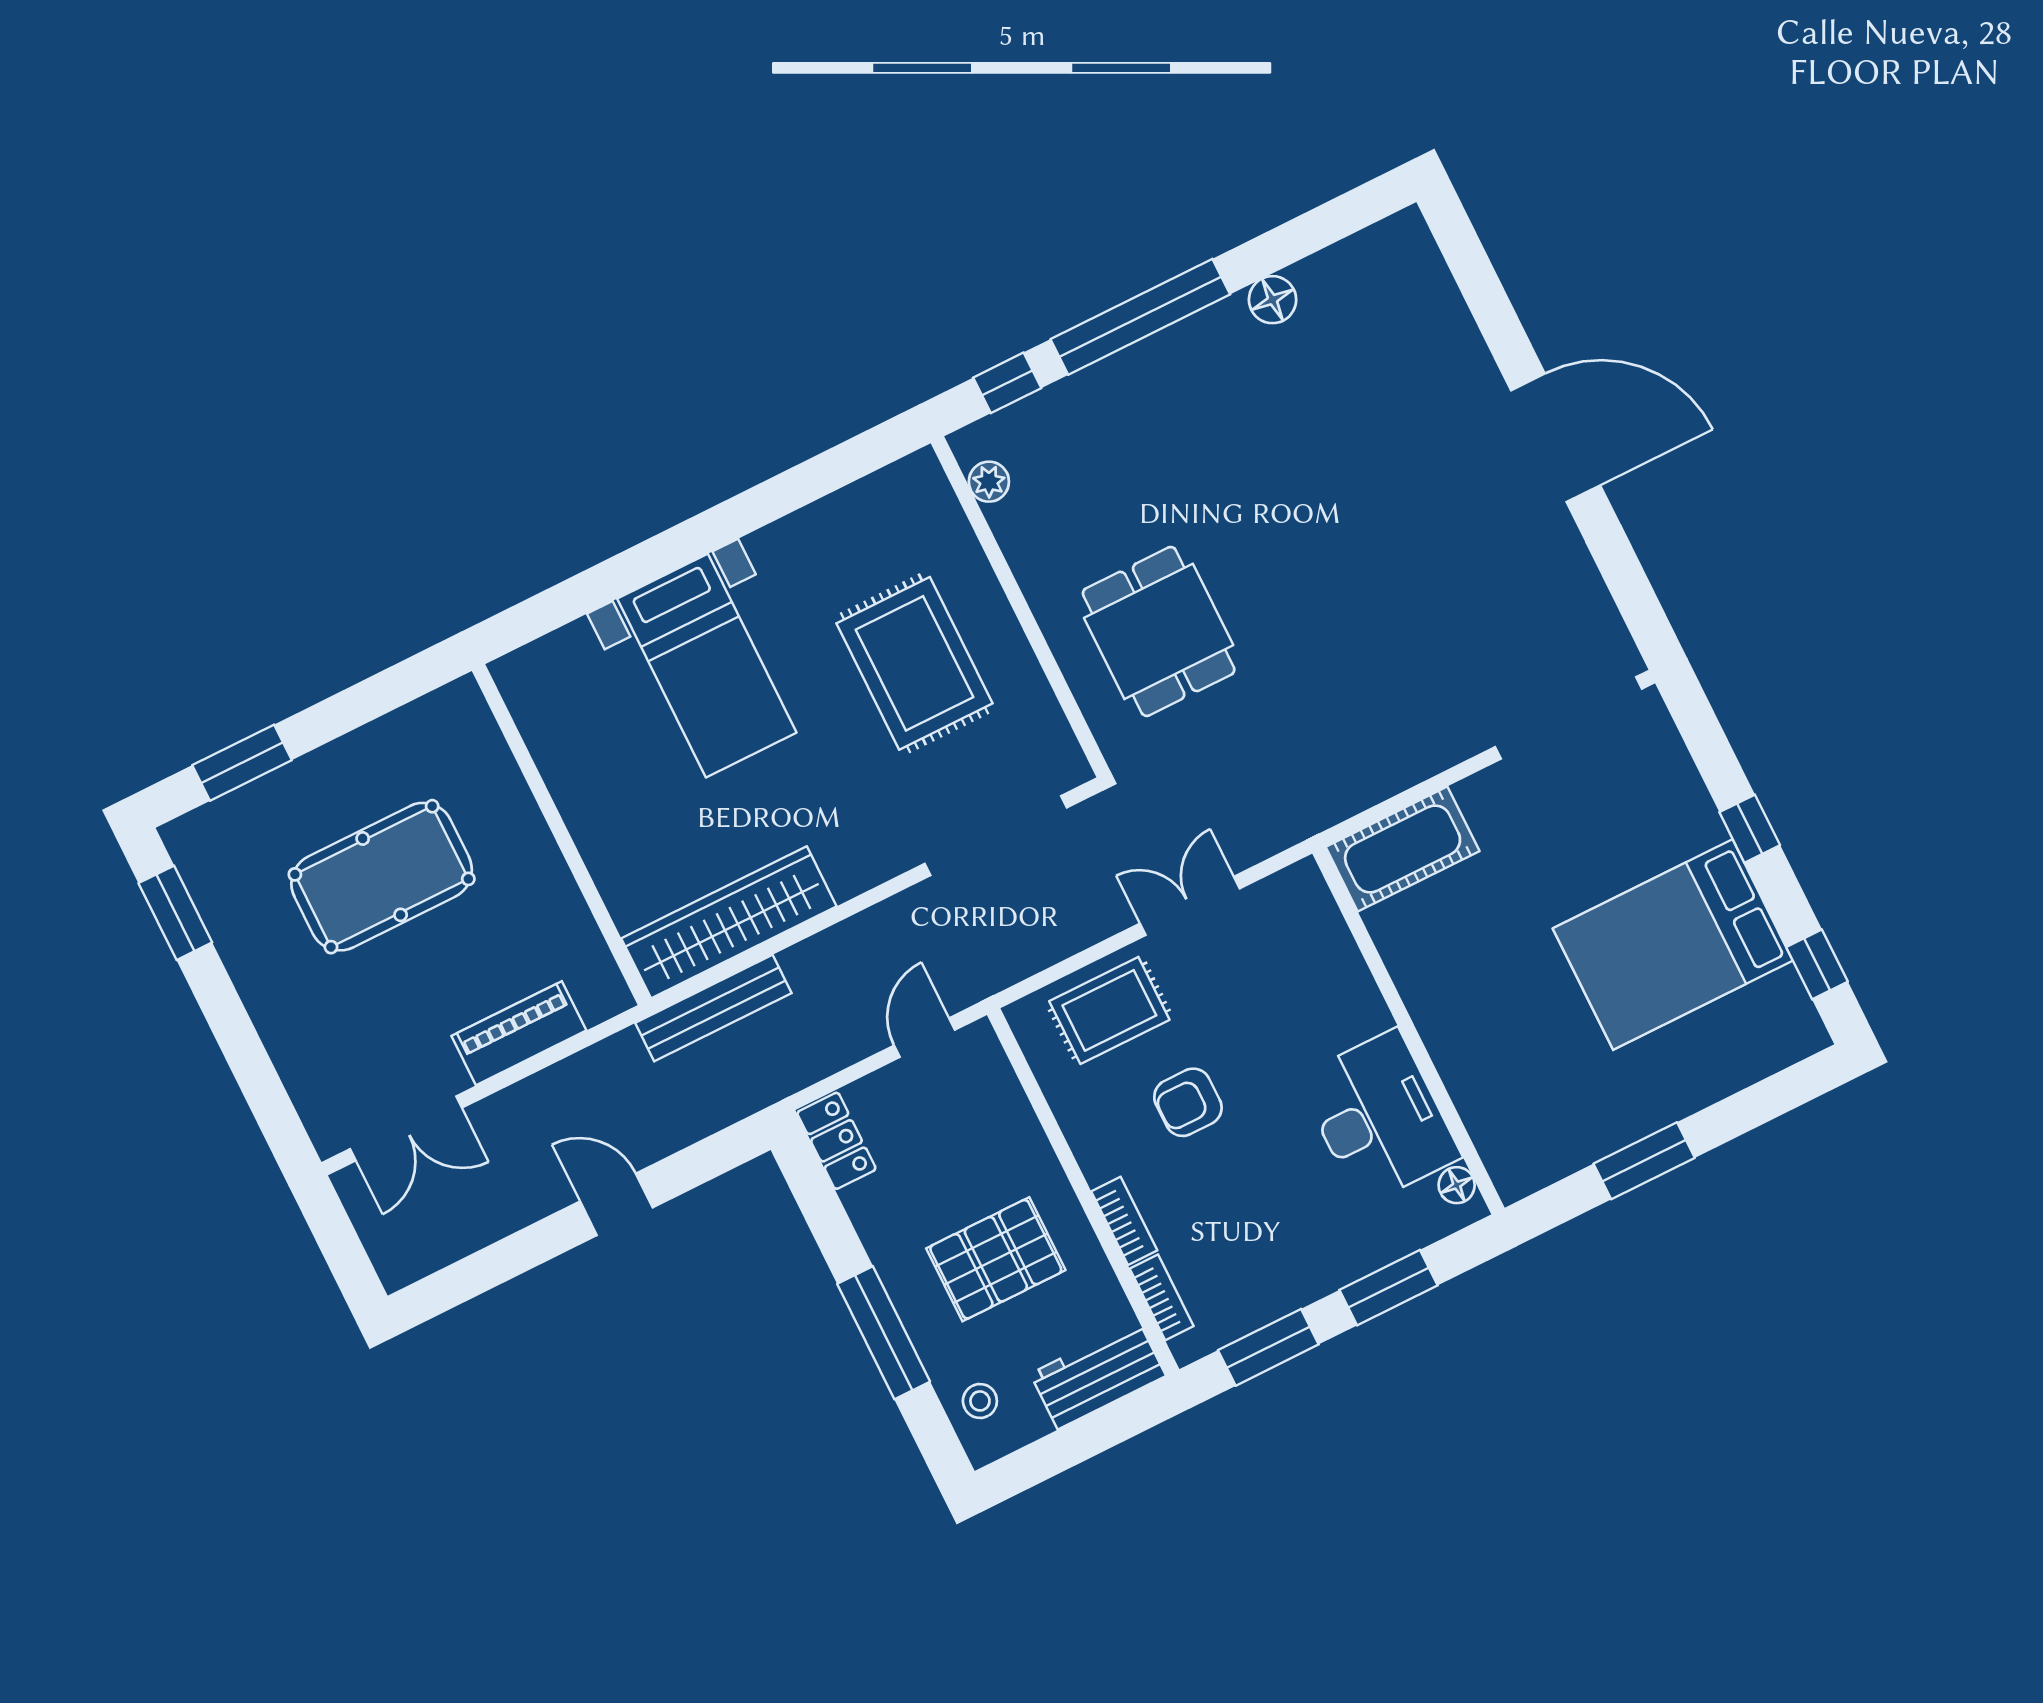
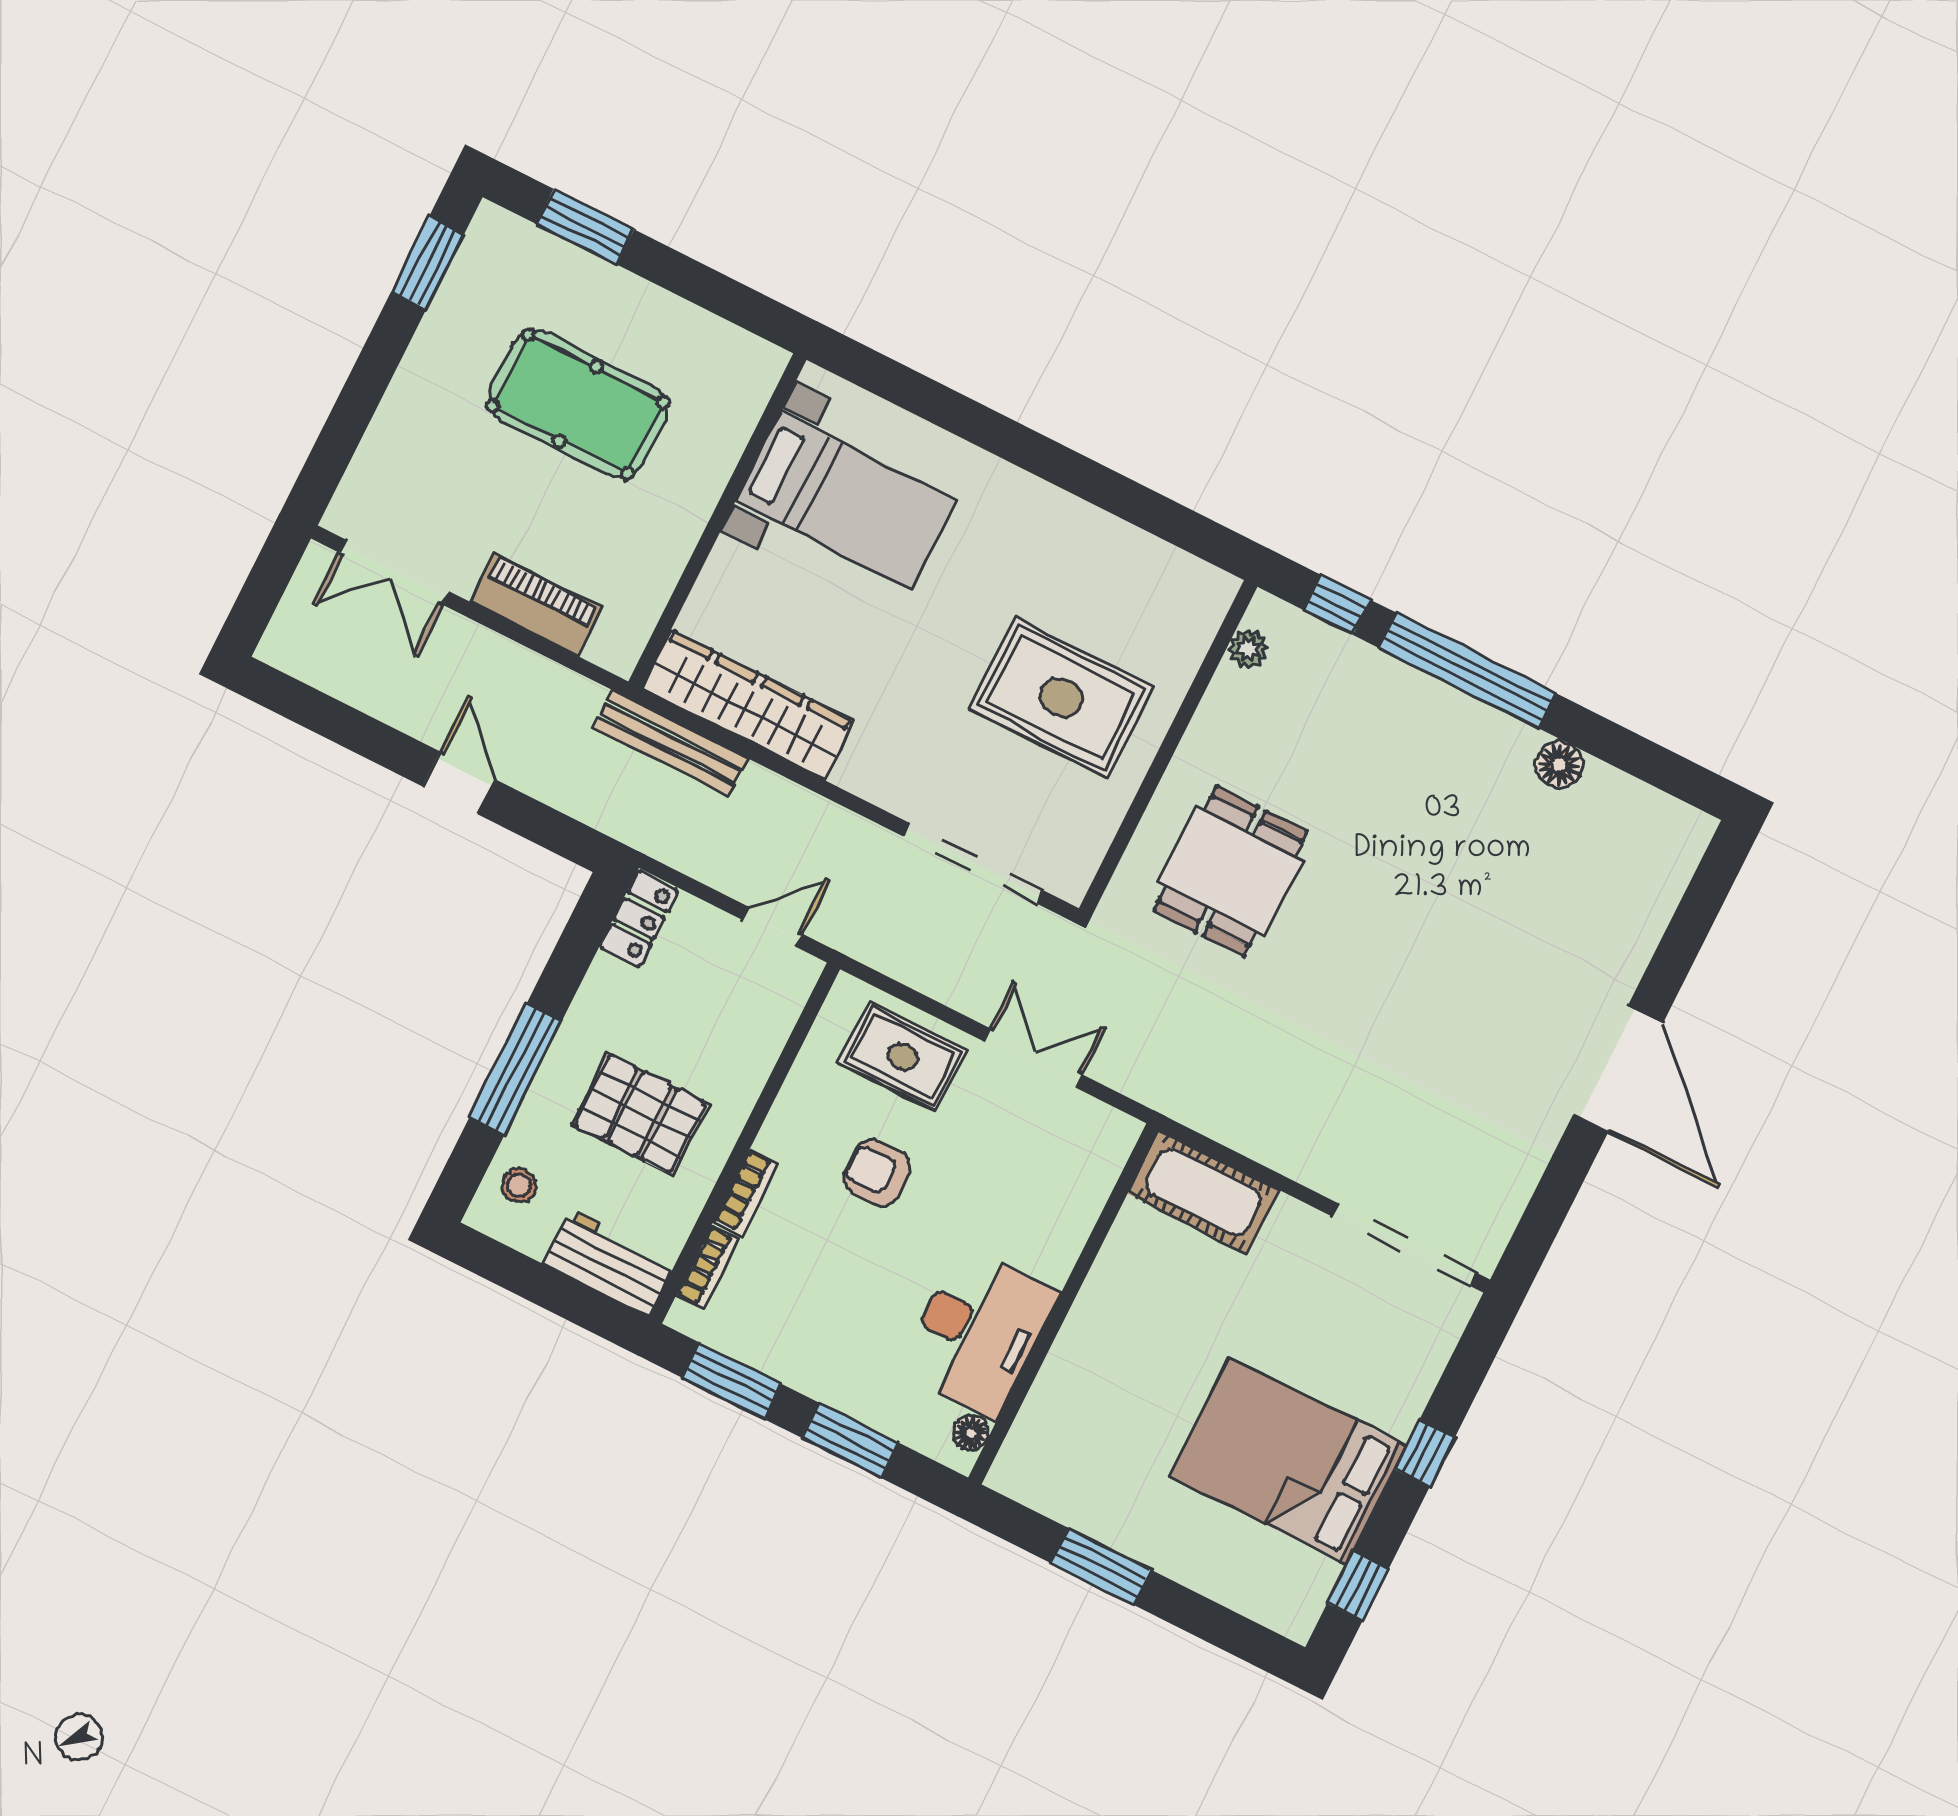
rug: (915, 663) -> (1061, 698), turned 90
bed with nightstands: (707, 666) -> (846, 500), moved, turned -90

